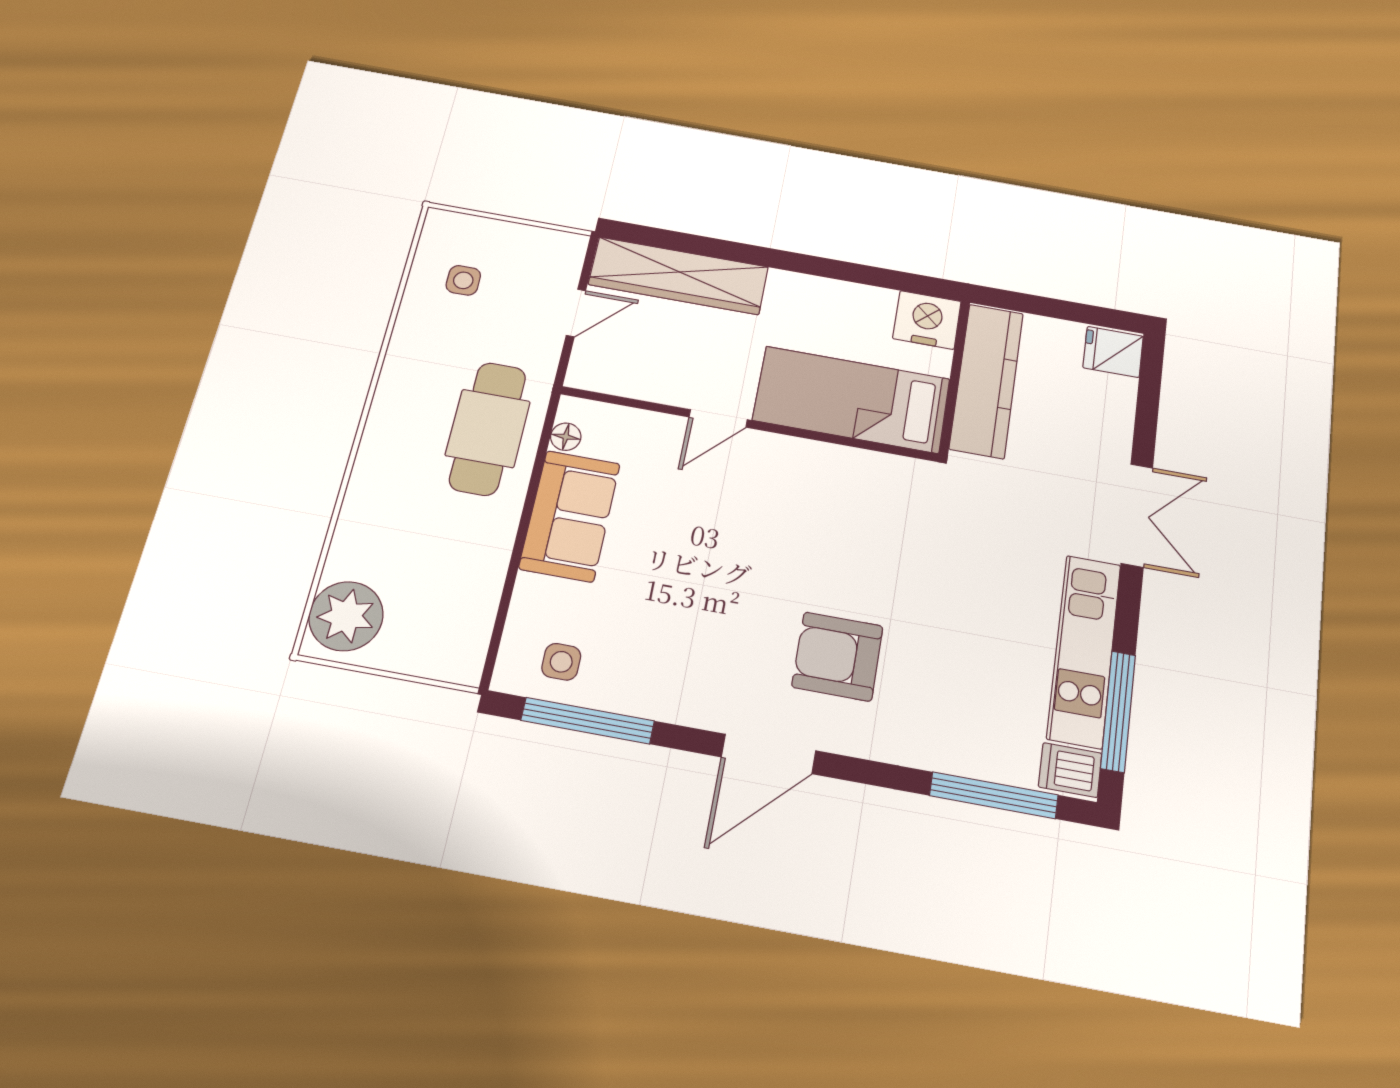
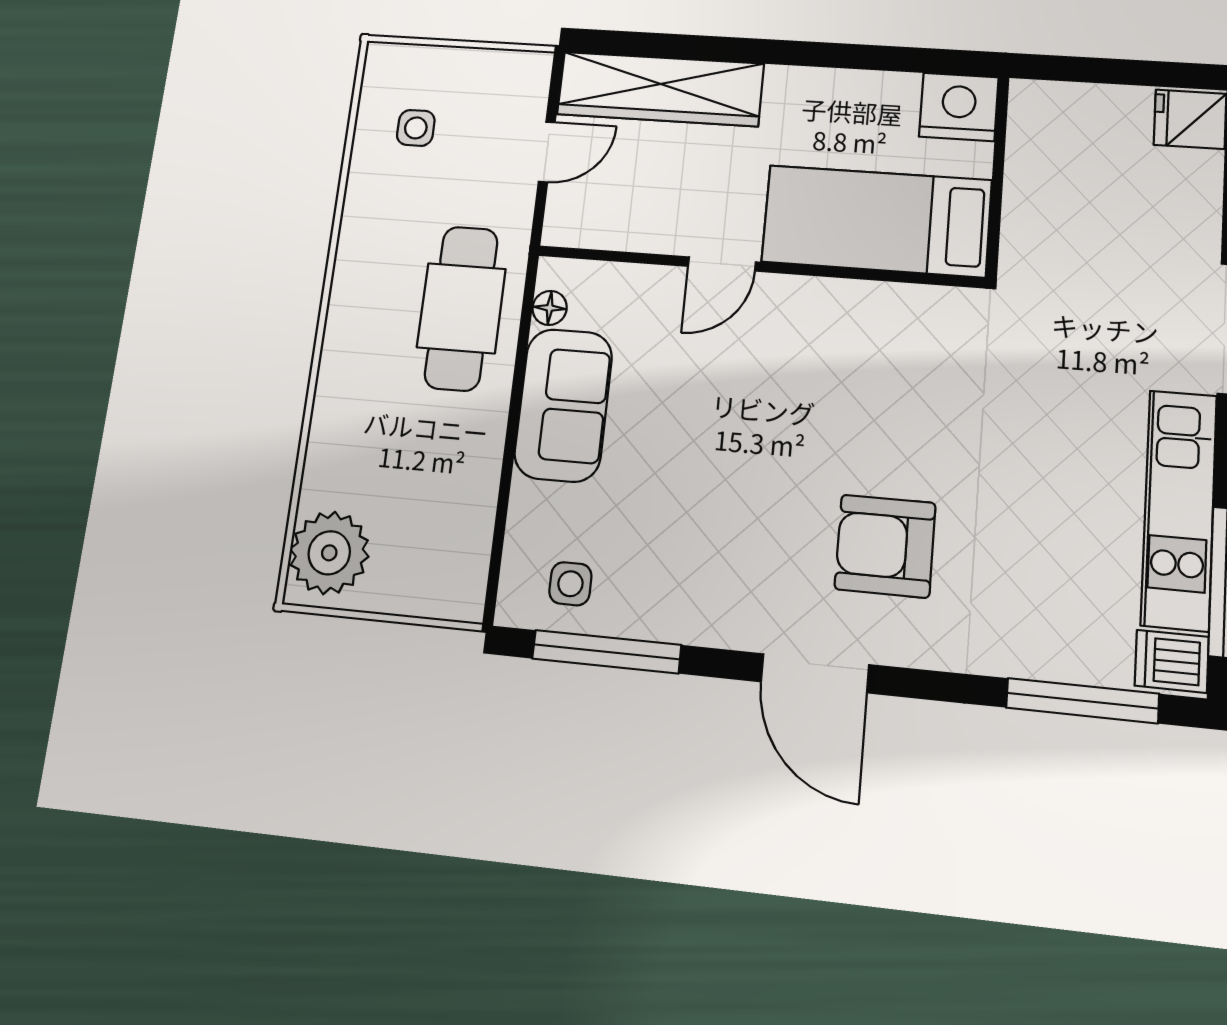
kitchen counter: (987, 380) -> (1037, 176), removed
door: (769, 754) -> (815, 673), hinge flipped

